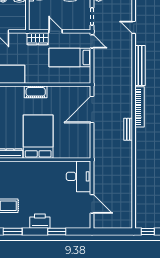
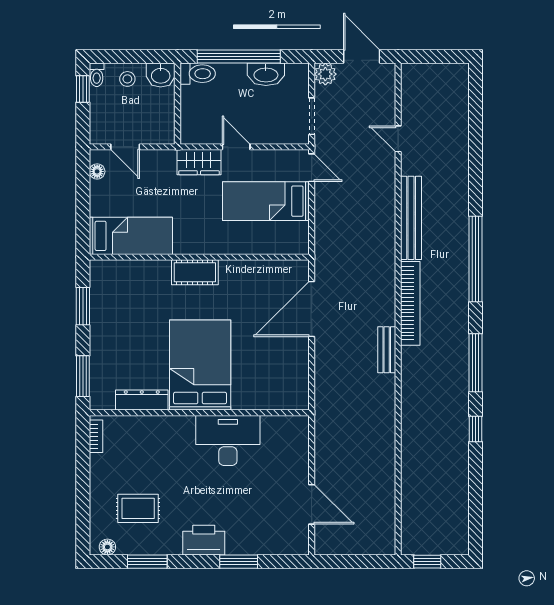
desk: (79, 176) -> (228, 441), moved, turned -90

